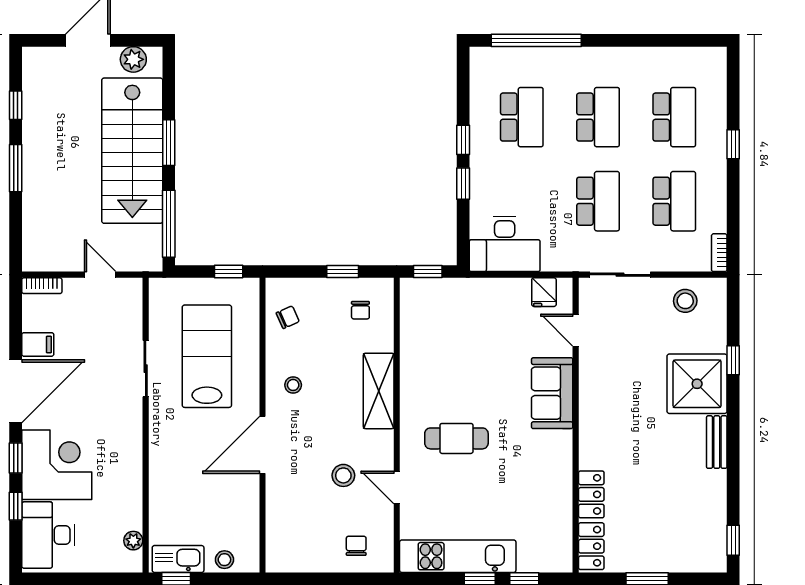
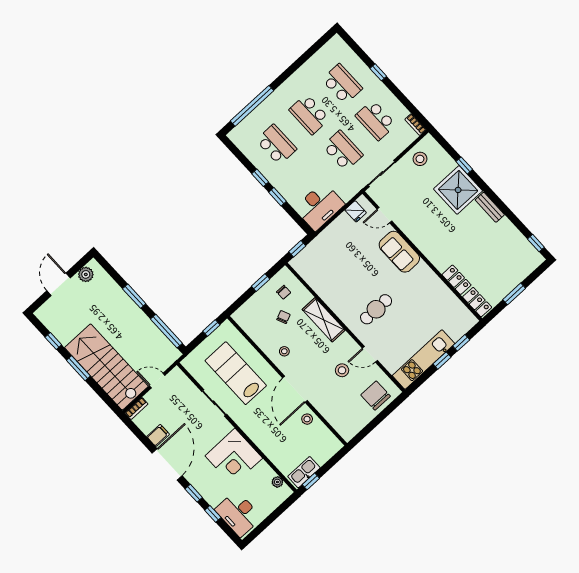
school desk: (598, 117) -> (309, 114), turned 180
stairs: (132, 151) -> (106, 367), moved, turned 180
school desk: (674, 201) -> (376, 120), turned 180
chair: (288, 317) -> (283, 317), moved
corner desk: (57, 465) -> (234, 457), moved, turned 180
chair: (356, 546) -> (376, 396), width x1.87, depth x1.87
stool: (224, 560) -> (307, 419), moved

